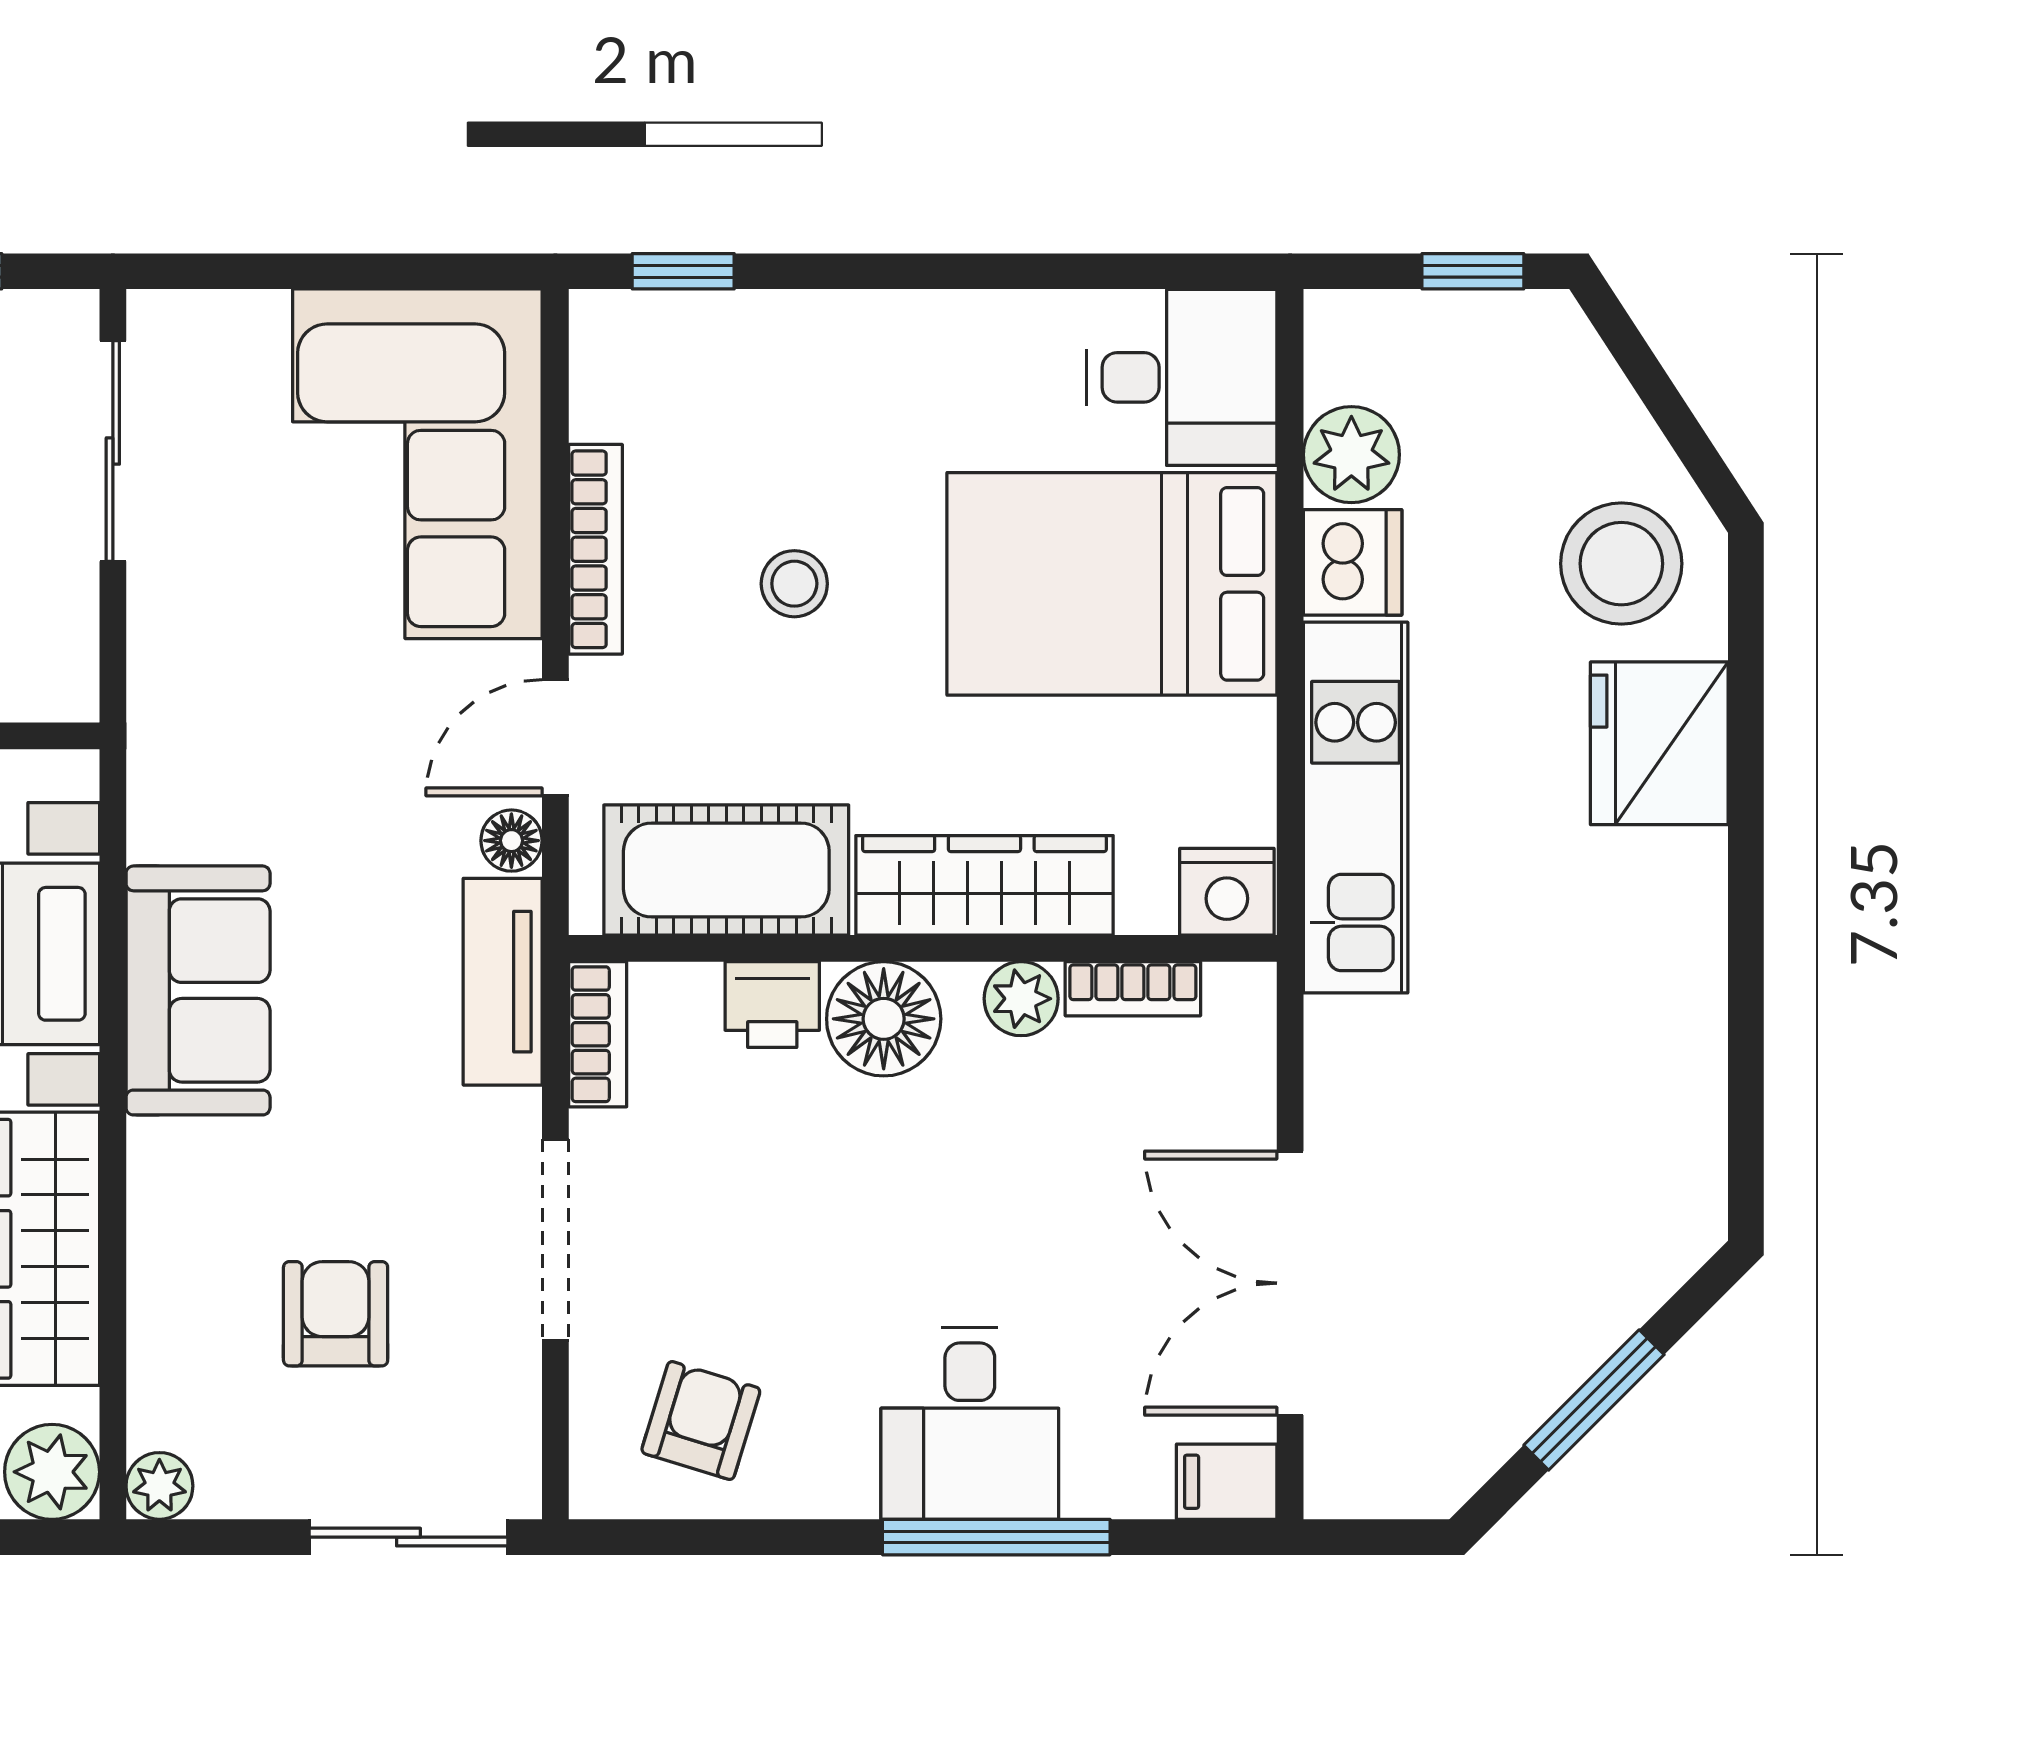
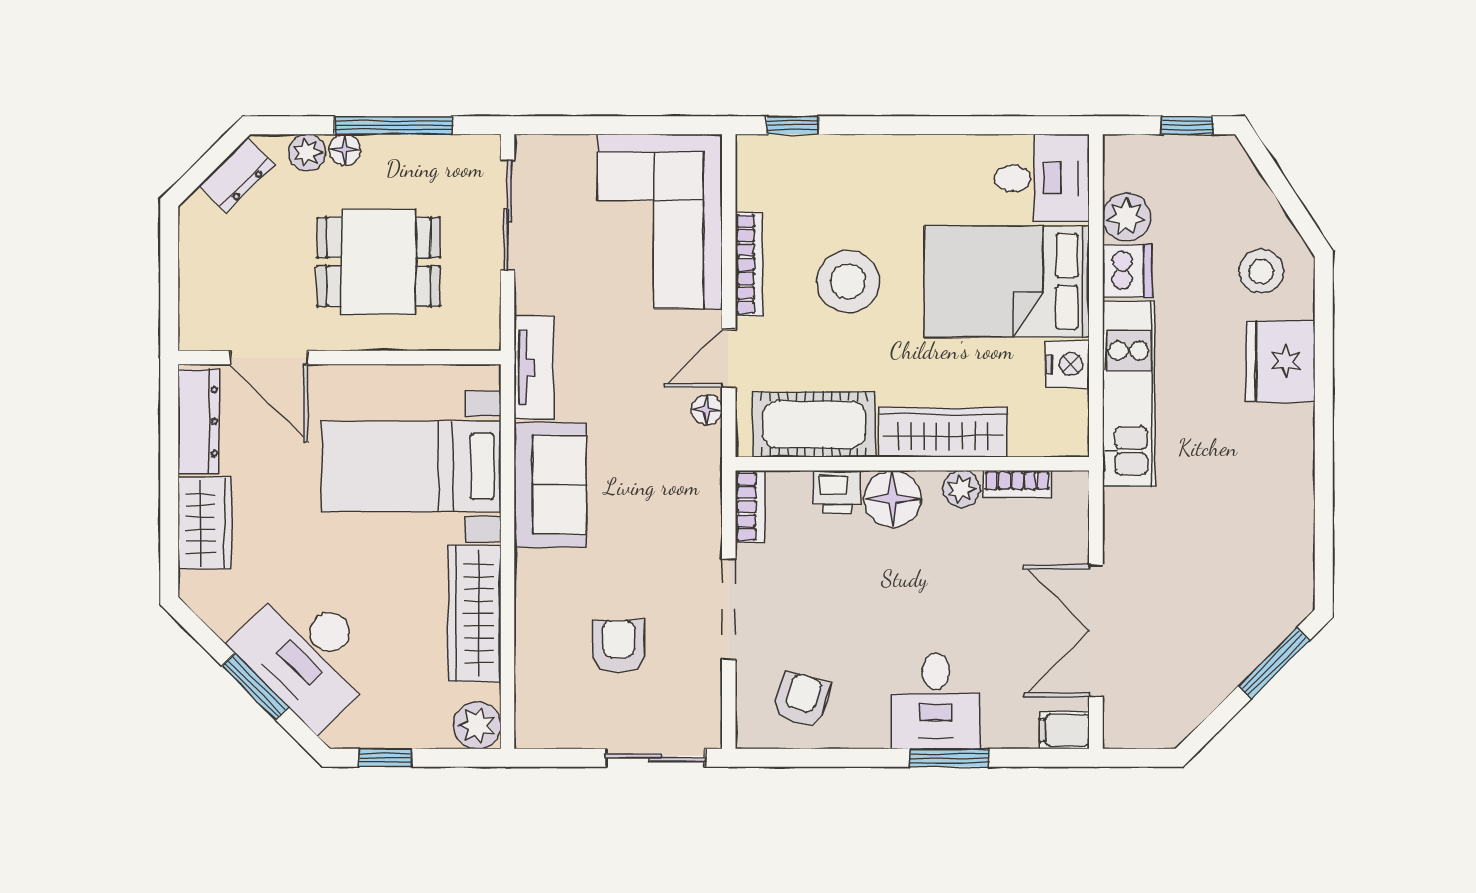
stool: (1621, 564) -> (1261, 271), width x0.73, depth x0.73
stool: (794, 584) -> (848, 281), width x1.89, depth x1.89
nightstand: (1227, 892) -> (1068, 364), moved, turned -90
tv unit: (503, 982) -> (534, 367), moved, turned 180
window: (1594, 1400) -> (1274, 663), moved
plant: (159, 1486) -> (531, 732), removed
window: (996, 1537) -> (949, 758), width x0.69

